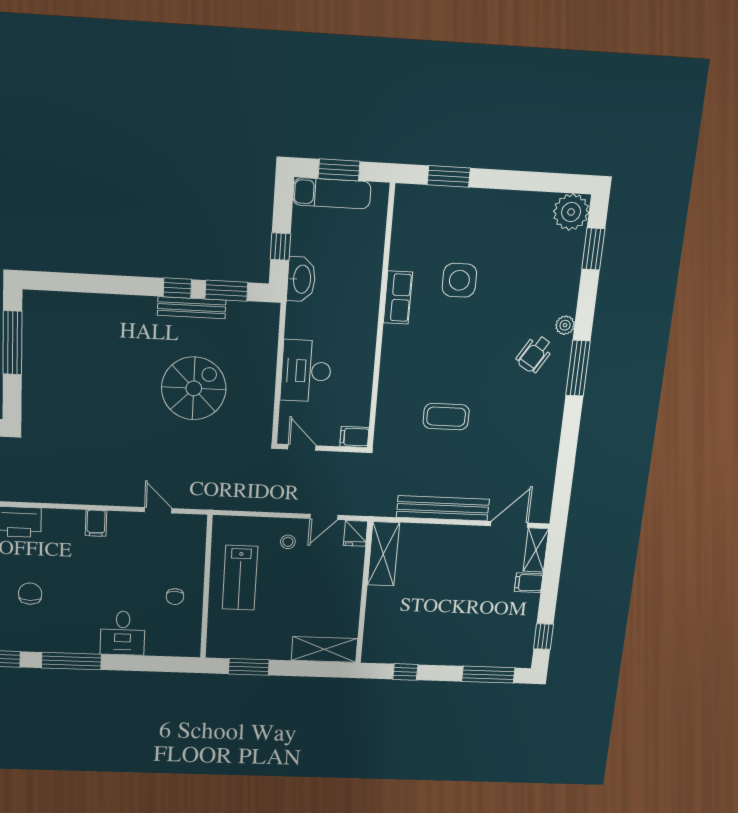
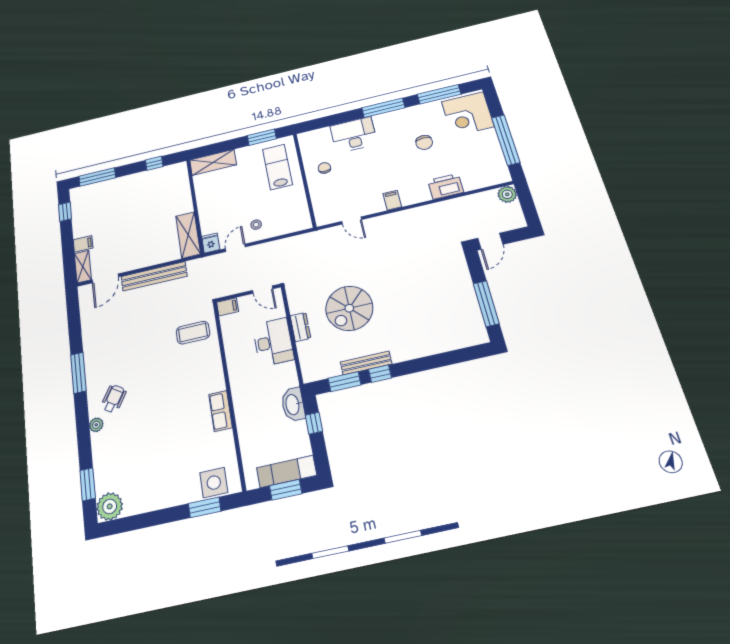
side table: (459, 280) -> (214, 483), moved
window: (578, 368) -> (78, 373), moved
dresser: (265, 381) -> (300, 327), added
coffee table: (446, 417) -> (193, 333), moved
lab bench: (240, 578) -> (277, 167), moved
desk: (123, 633) -> (354, 135), width x1.37

